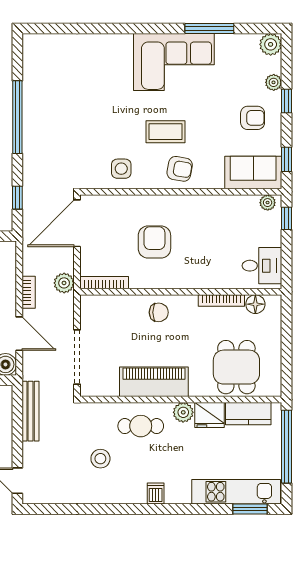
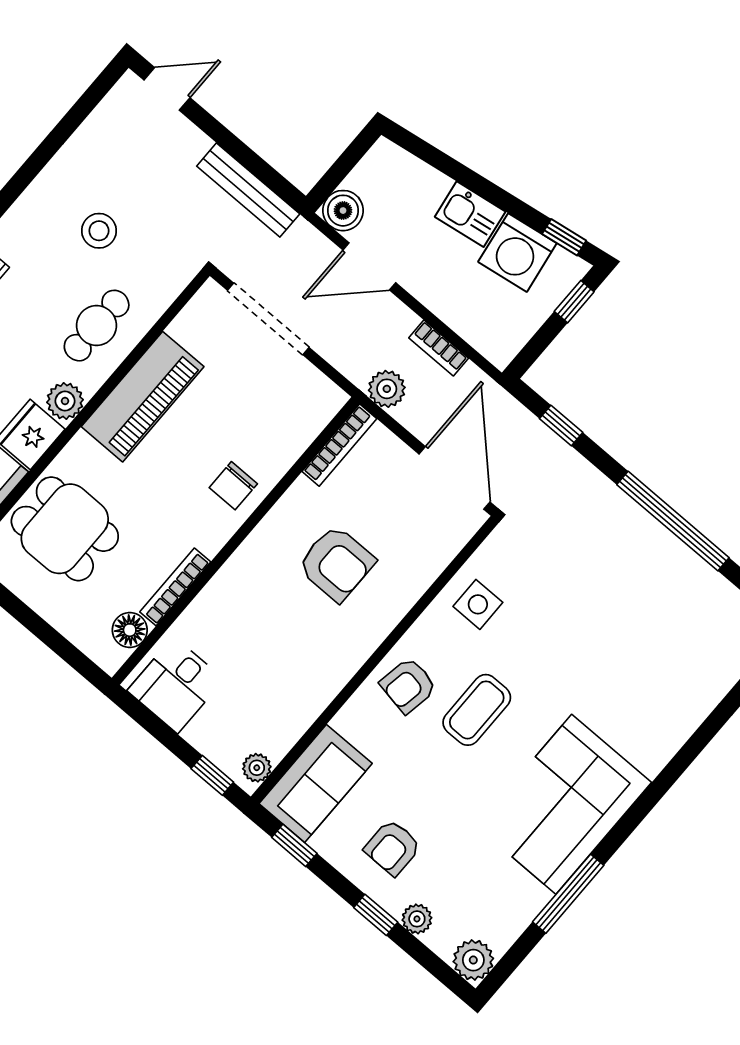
bookcase: (29, 292) -> (439, 348), moved

